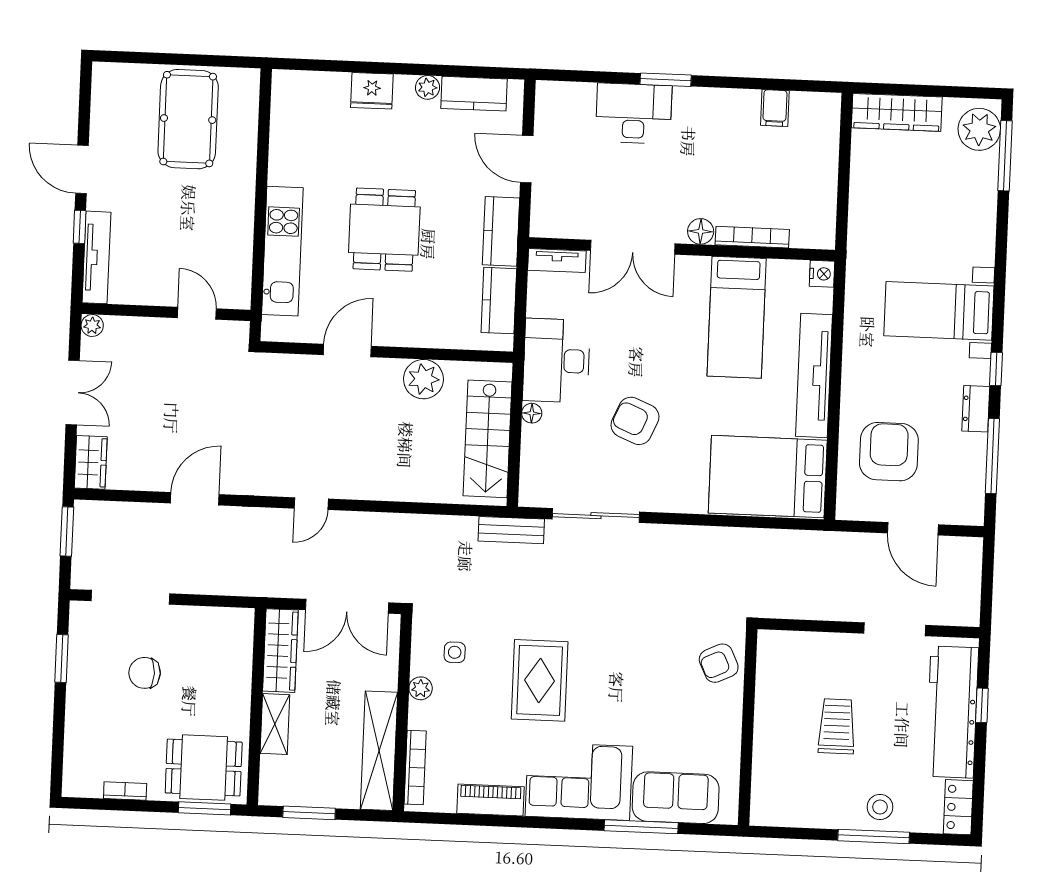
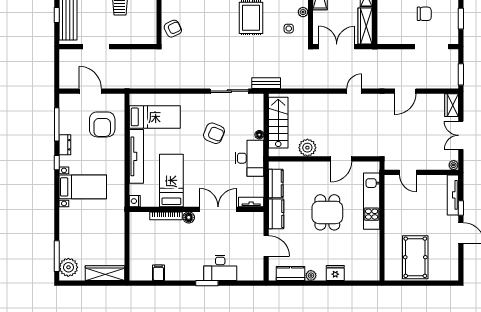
bed: (768, 477) -> (155, 117), width x0.67

